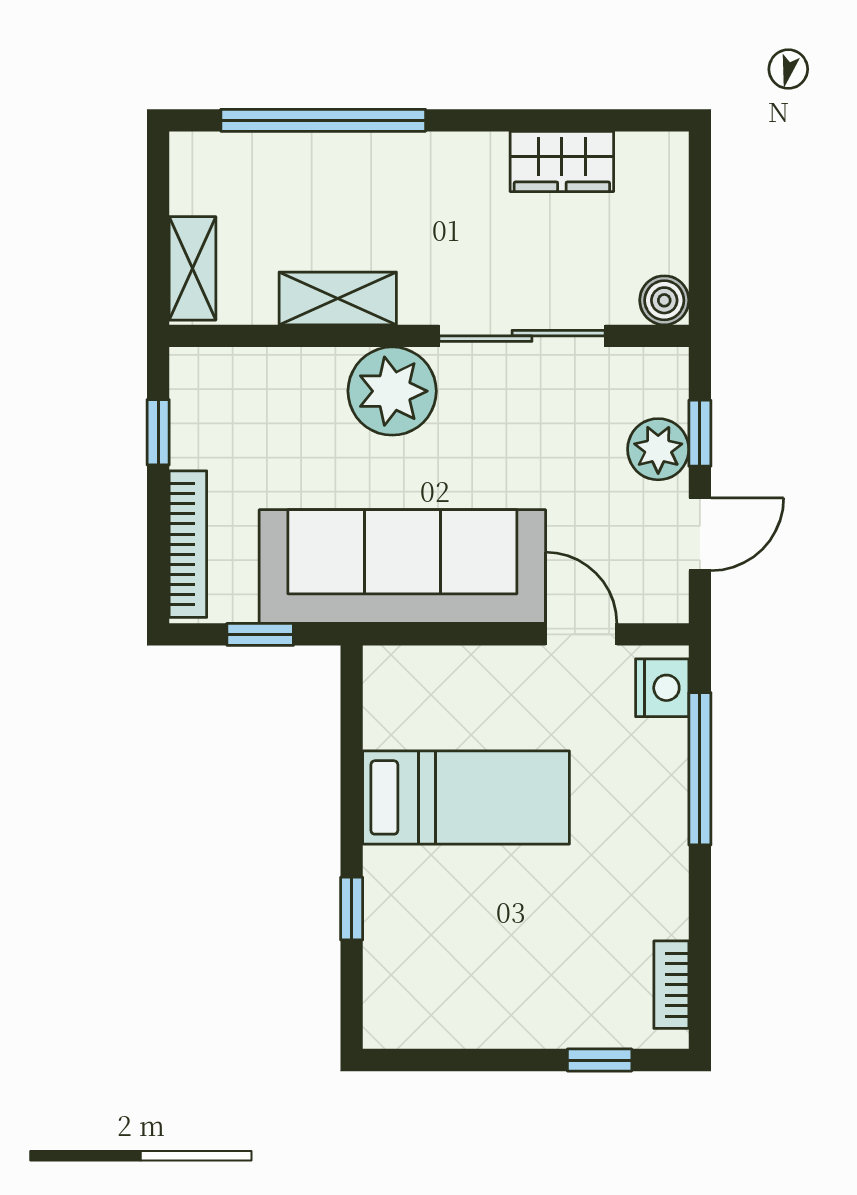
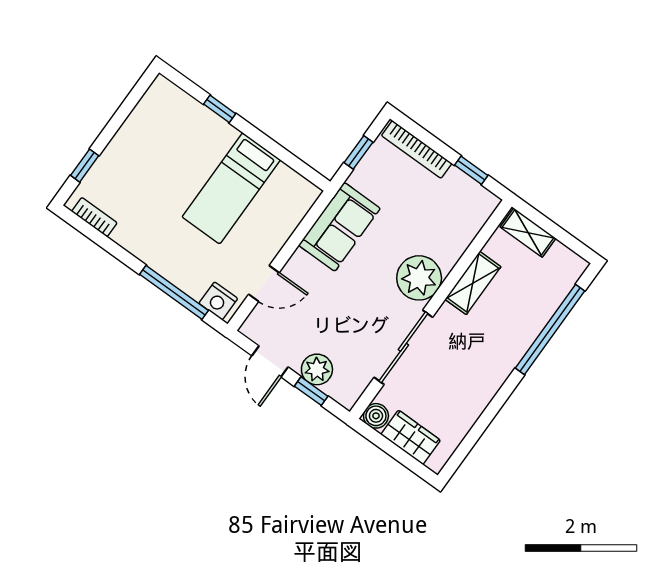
wardrobe: (562, 161) -> (411, 437), moved, turned 90
sofa: (402, 566) -> (339, 227), width x0.54, depth x0.79

